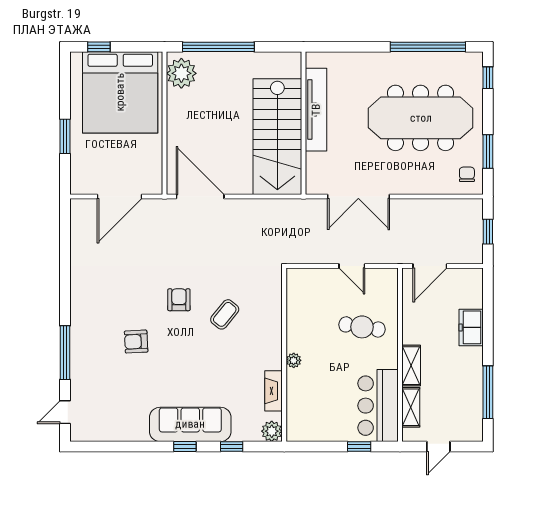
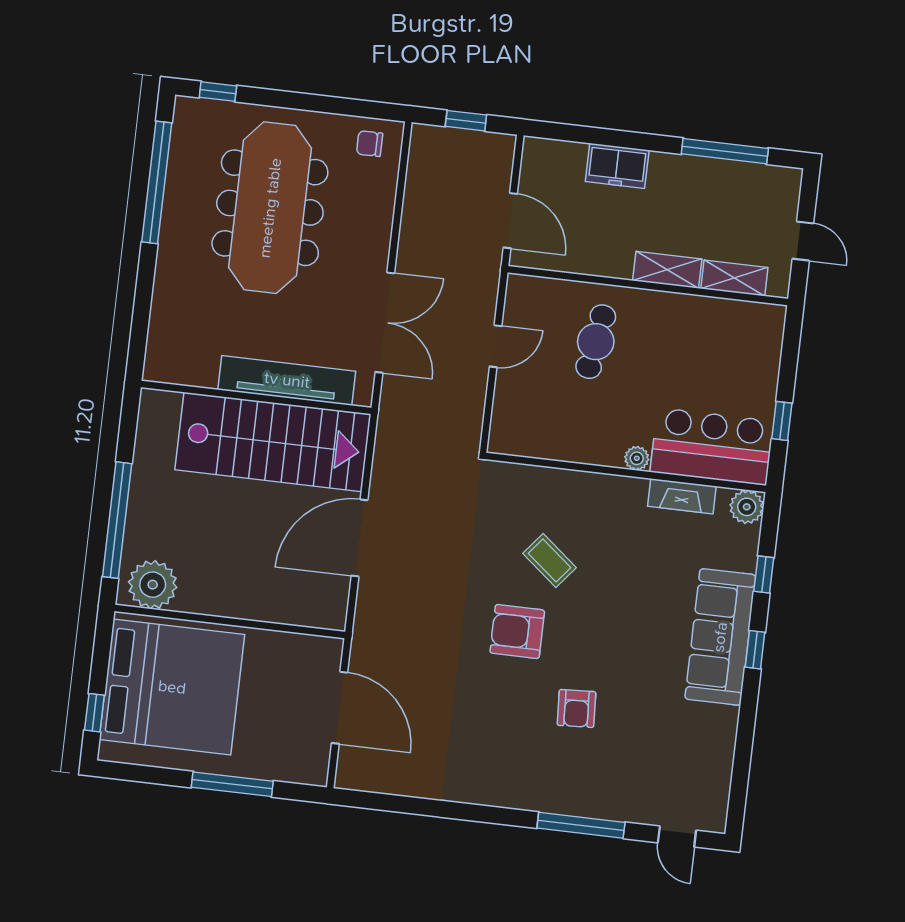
tv unit: (316, 110) -> (287, 380), moved
window: (65, 136) -> (232, 784), width x1.44
window: (488, 151) -> (337, 105), removed
door: (200, 197) -> (359, 538), moved
armchair: (179, 300) -> (517, 632), width x1.38, depth x1.38
bar counter: (378, 406) -> (712, 447), moved, turned 180
window: (359, 447) -> (782, 421), moved

